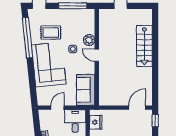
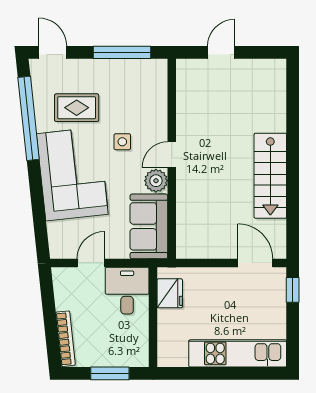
plant: (89, 40) -> (156, 181), moved
stairs: (144, 46) -> (270, 176), moved
door: (97, 55) -> (172, 155), hinge flipped
door: (137, 108) -> (255, 263), hinge flipped

